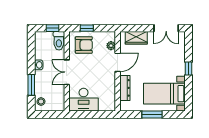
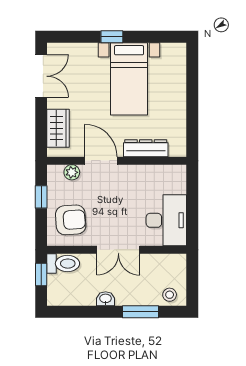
window: (87, 28) -> (41, 197), moved
armchair: (84, 45) -> (71, 220), turned 86
bed with nightstands: (164, 94) -> (129, 79), moved
window: (152, 114) -> (192, 101), removed

